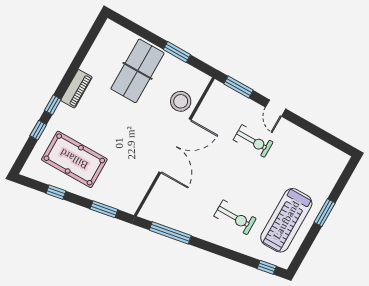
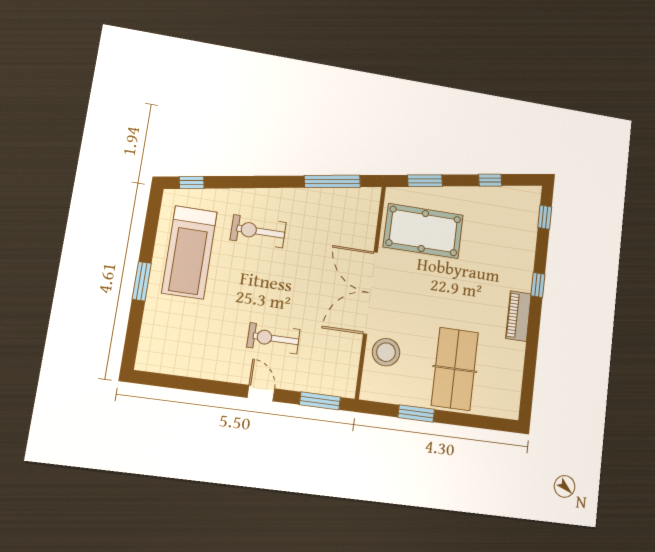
window: (38, 130) -> (545, 217), moved
pool table: (74, 159) -> (423, 231), moved
treadmill: (286, 220) -> (189, 252), turned 180

